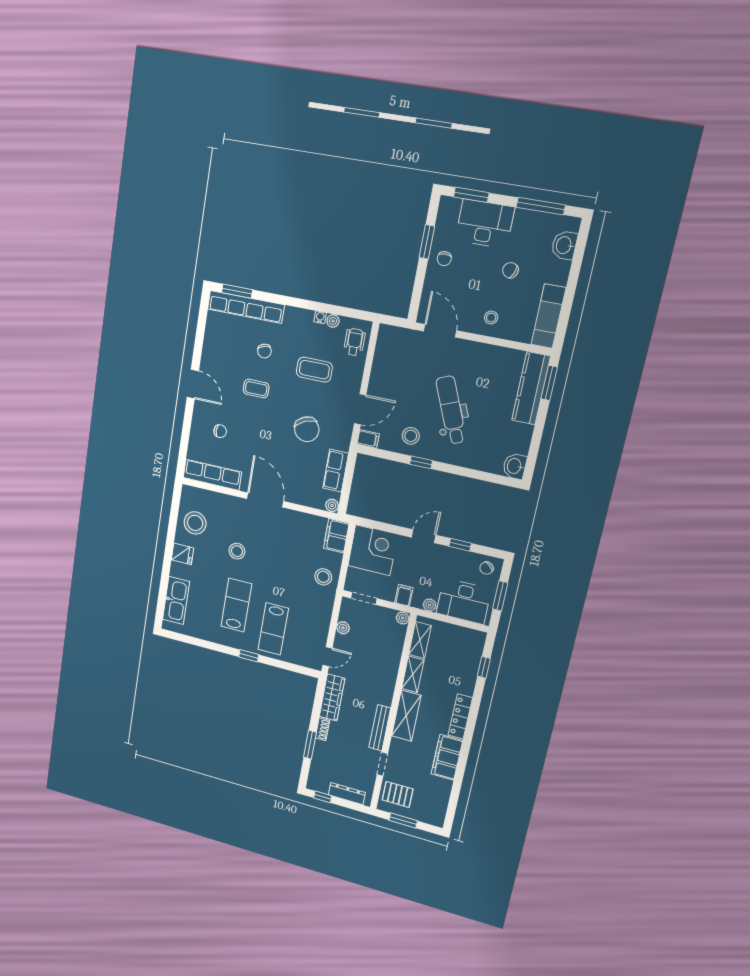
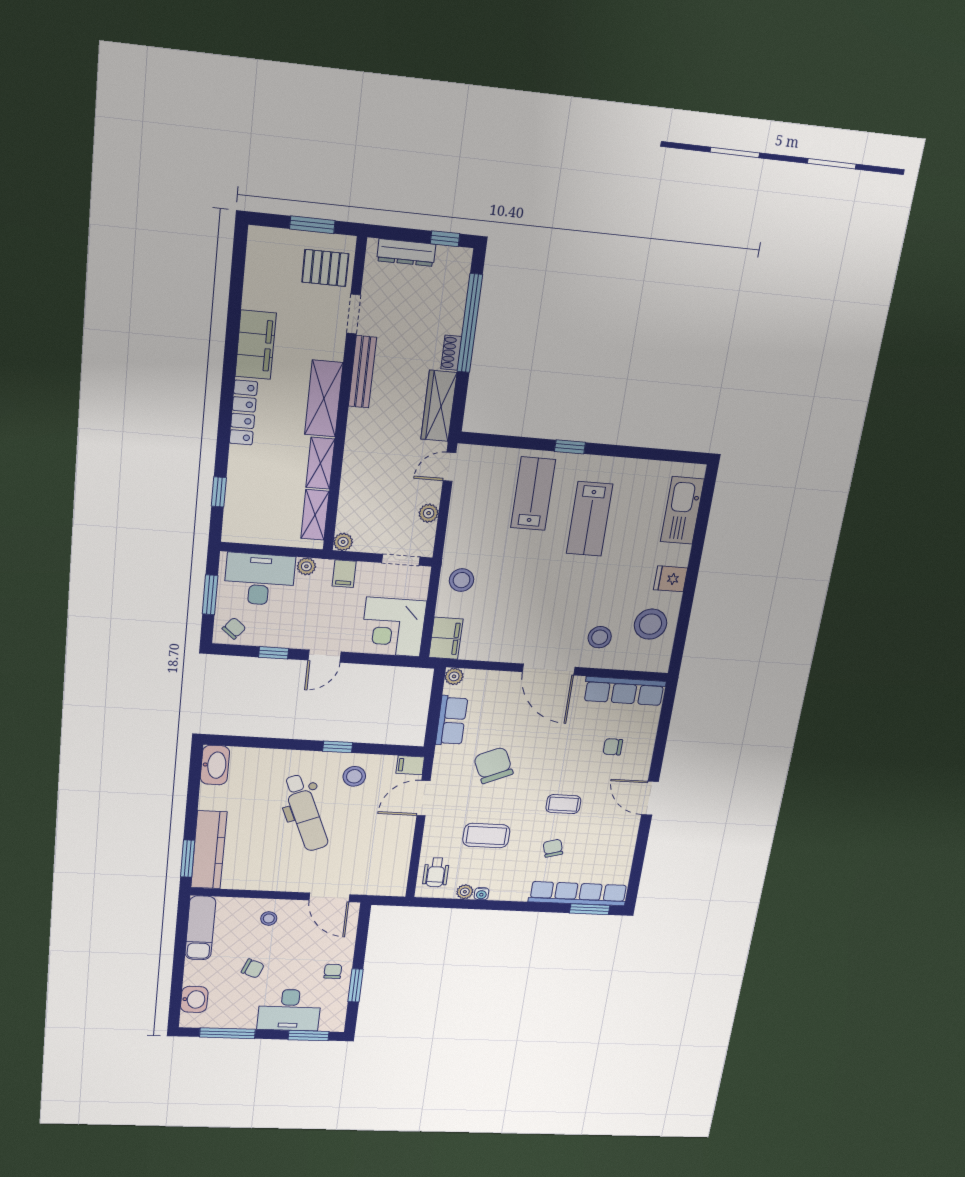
washbasin: (515, 466) -> (215, 765), width x1.38
stool: (237, 551) -> (600, 637), moved
window: (310, 745) -> (470, 323), width x2.11

